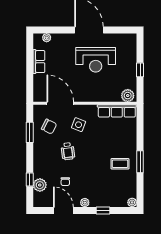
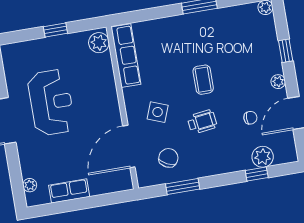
coffee table: (120, 164) -> (203, 80), moved

